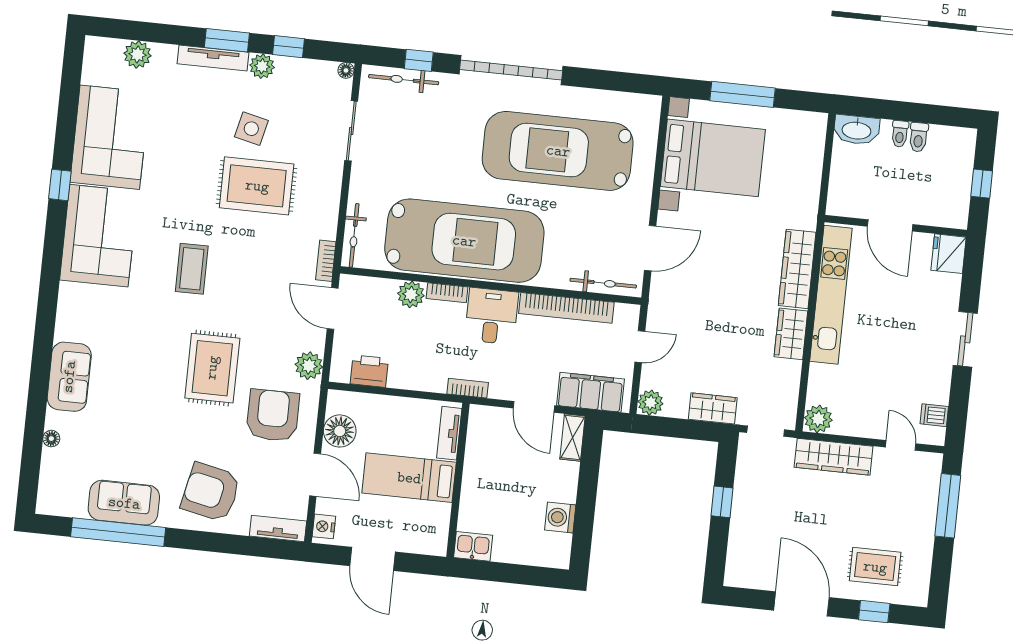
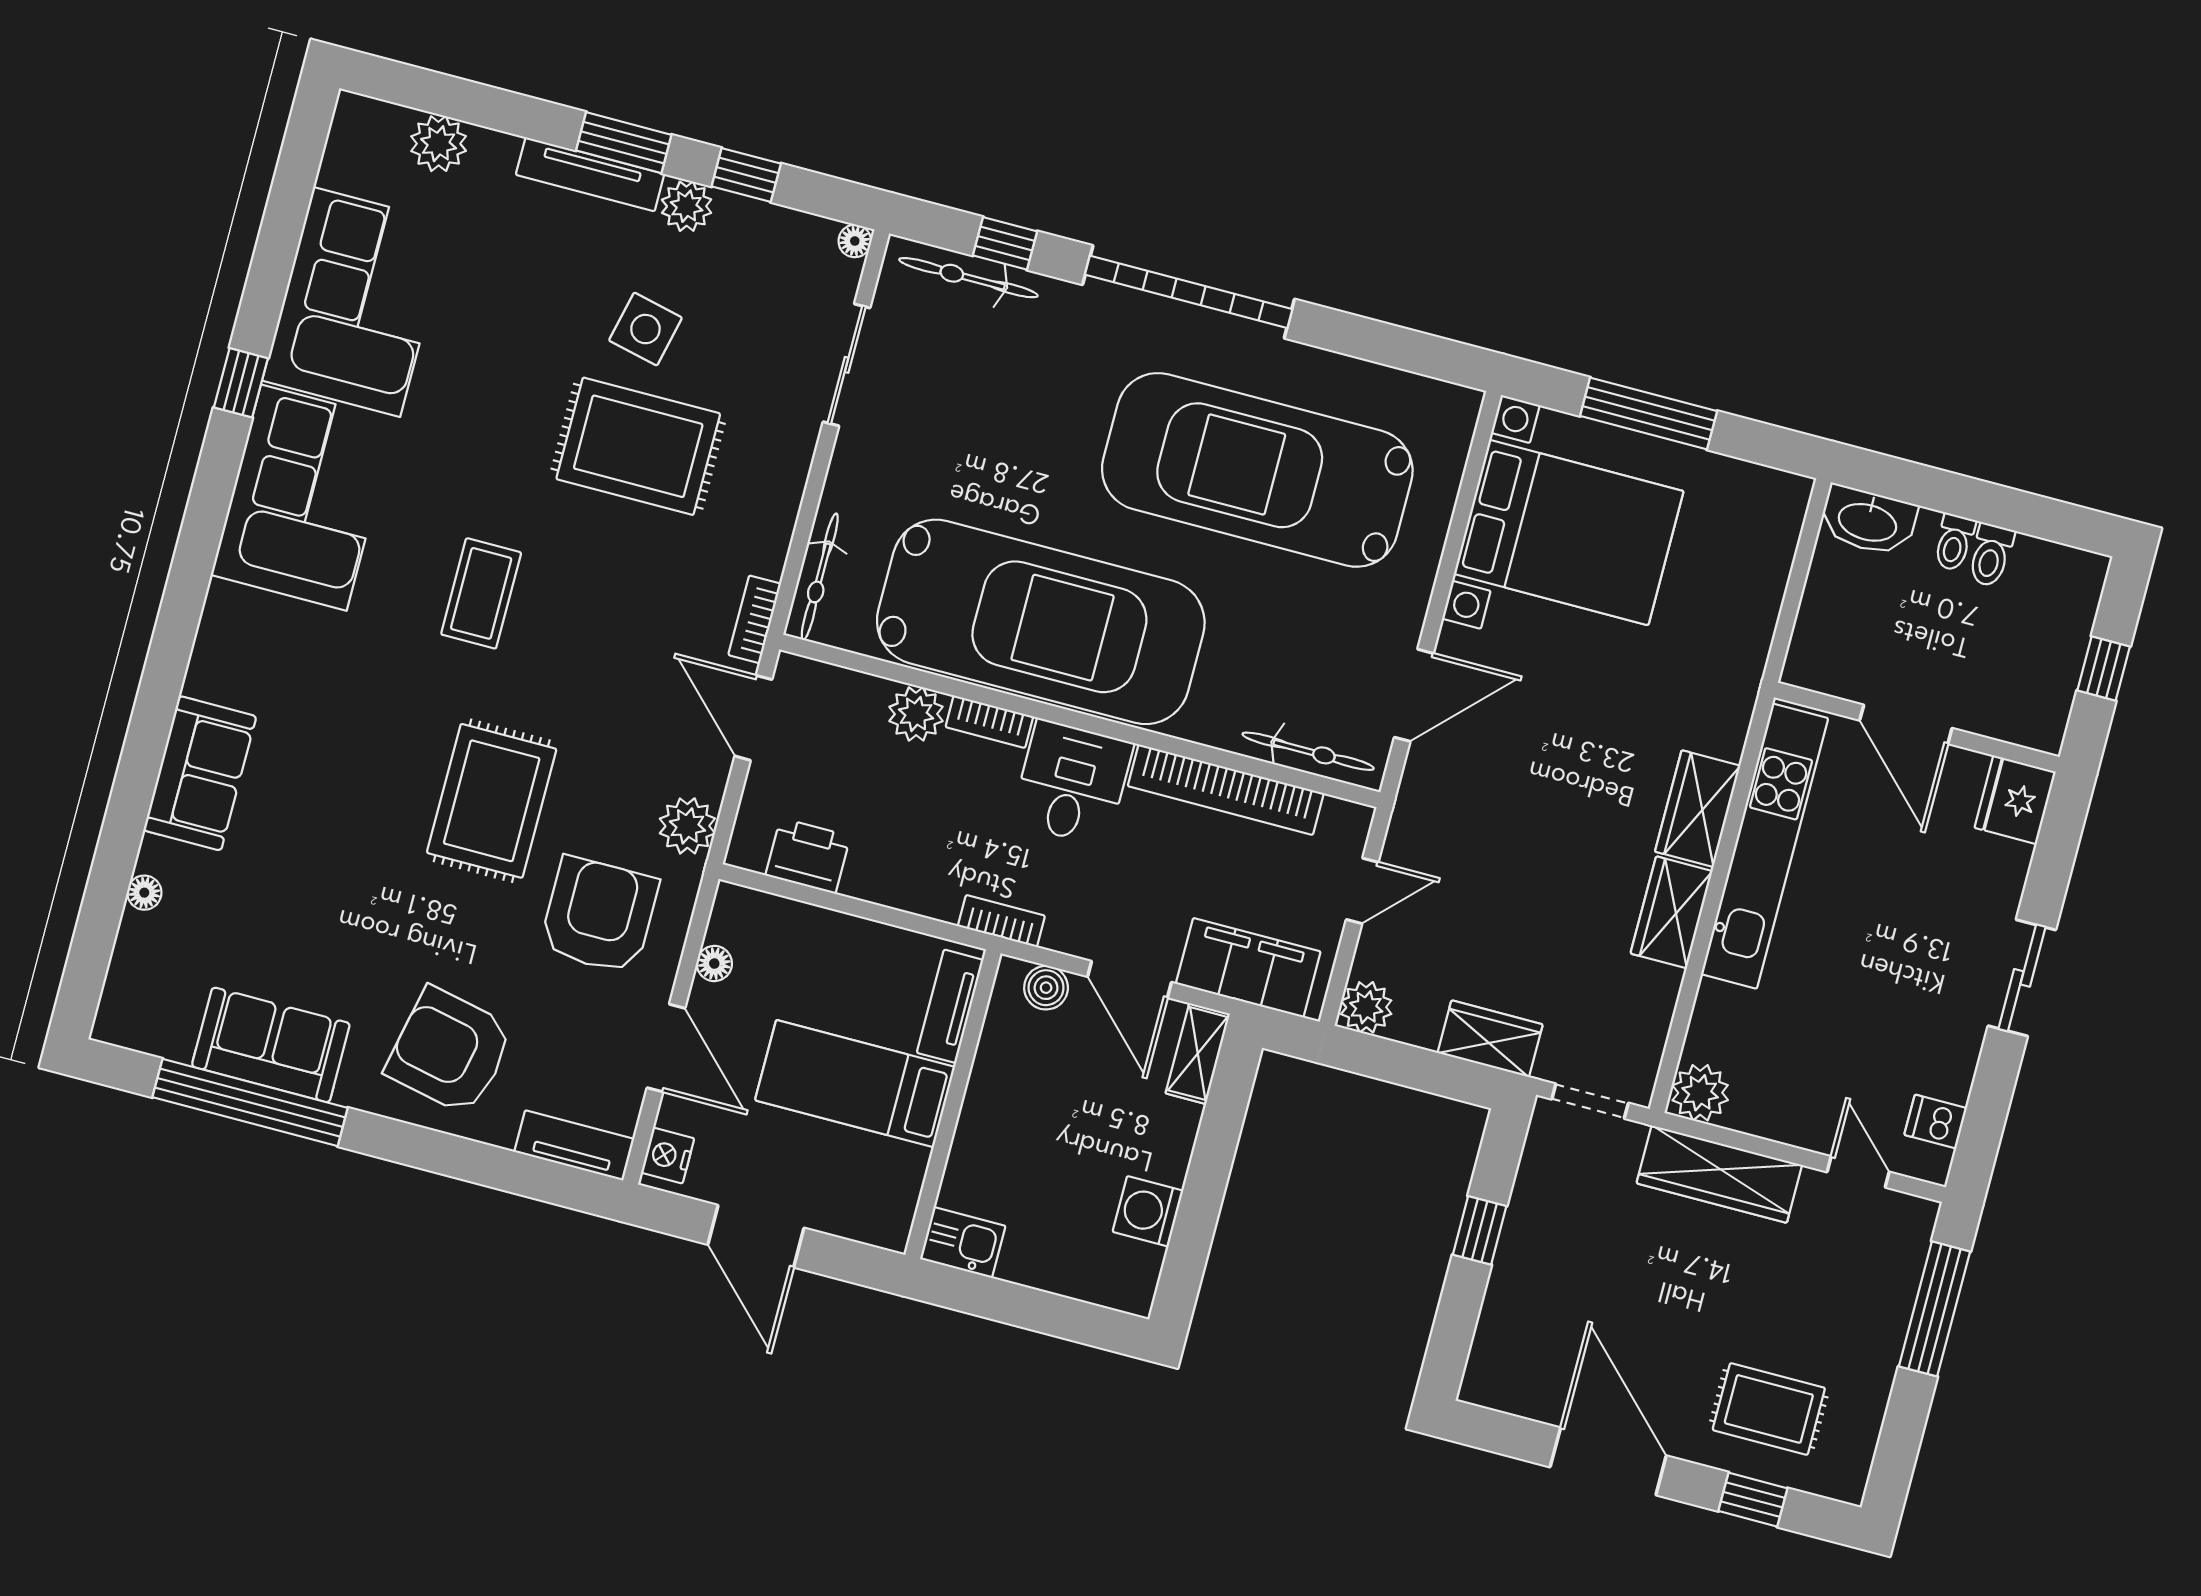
wardrobe: (797, 269) -> (1698, 809), width x0.67
boiler: (494, 417) -> (1046, 988), added
floor lamp: (340, 431) -> (714, 964), width x0.53, depth x0.53

